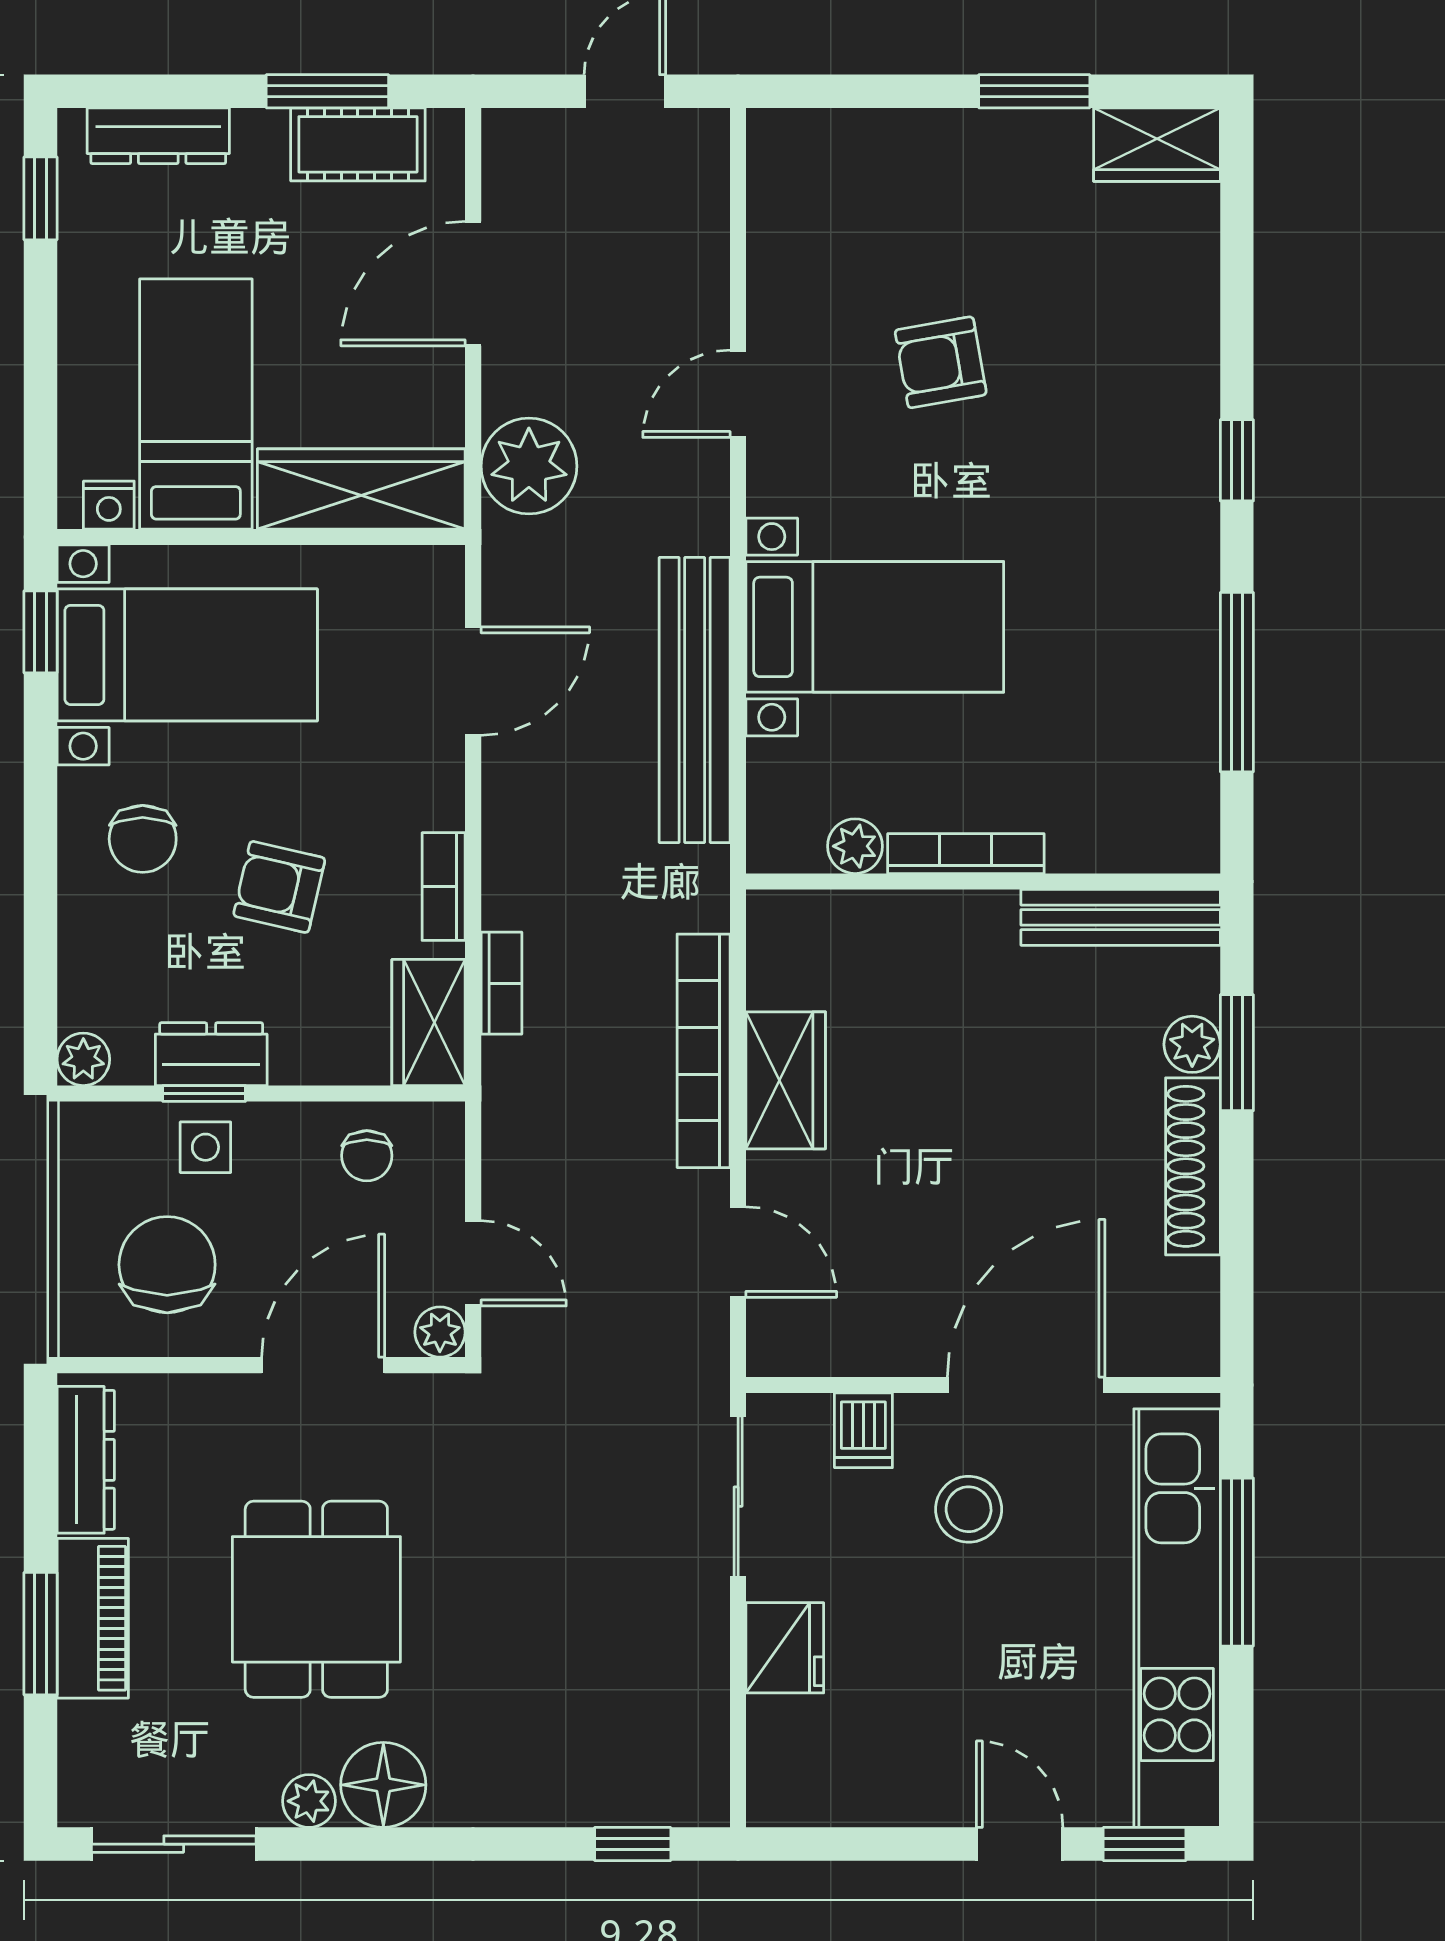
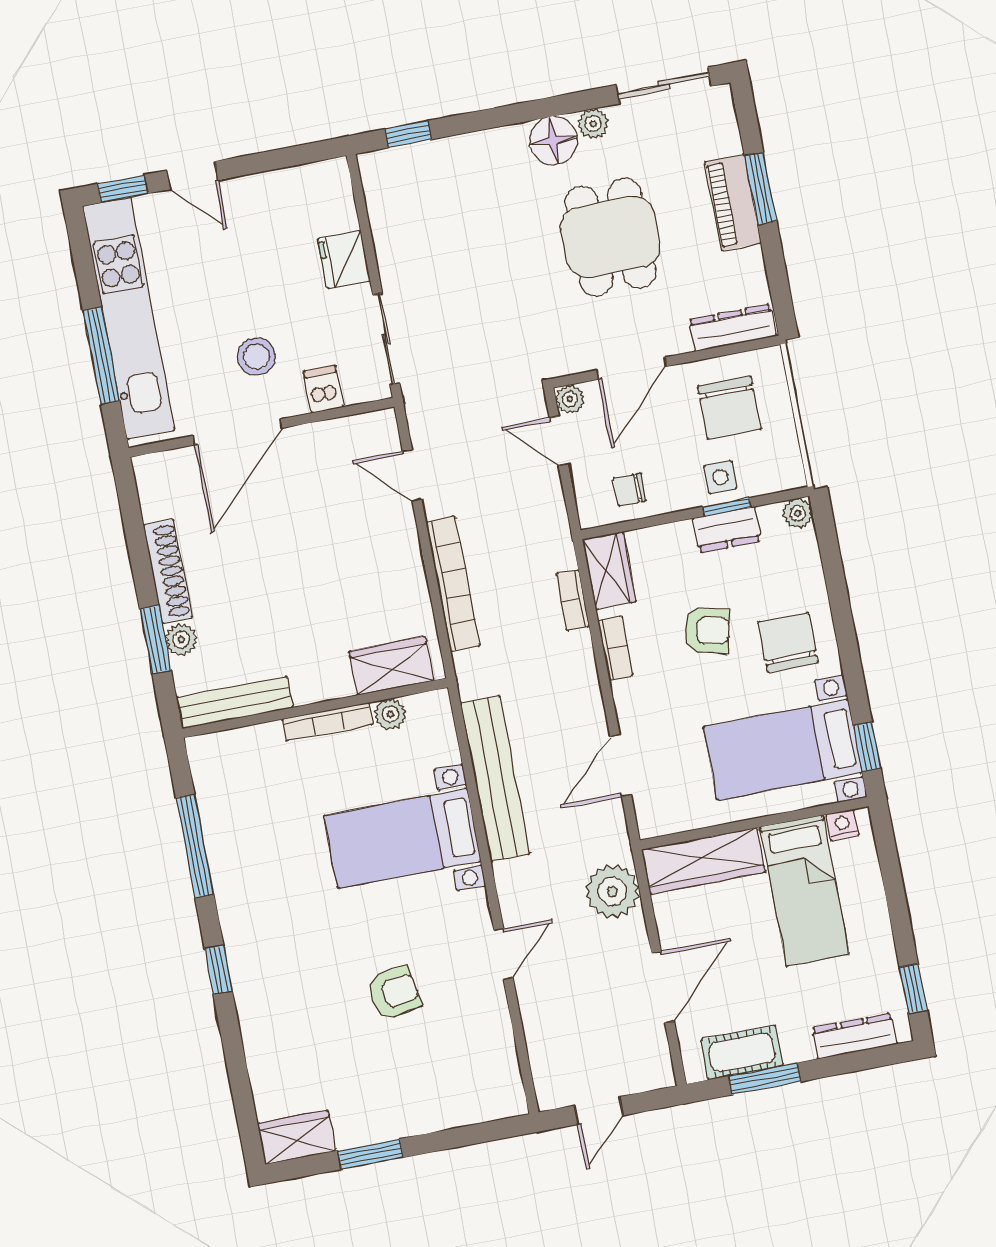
chair: (143, 839) -> (788, 642), width x1.37, depth x1.37
wardrobe: (786, 1080) -> (391, 666), moved, turned 90
chair: (367, 1156) -> (629, 490), turned -90
dresser: (86, 1460) -> (732, 328), moved, turned 90

